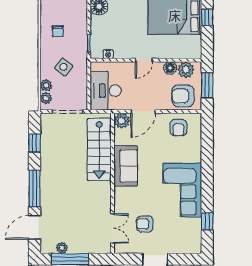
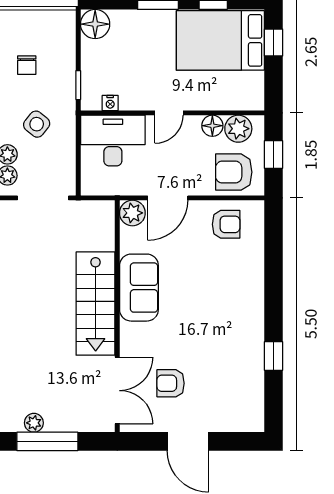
window: (207, 85) -> (274, 154), width x0.67
desk: (106, 91) -> (113, 141), moved, turned 90
armchair: (178, 128) -> (226, 224), turned -90
stairs: (99, 150) -> (96, 304), moved
corner sofa: (182, 190) -> (232, 327), removed
window: (207, 222) -> (274, 356), moved
double door: (112, 228) -> (117, 391), width x1.37

